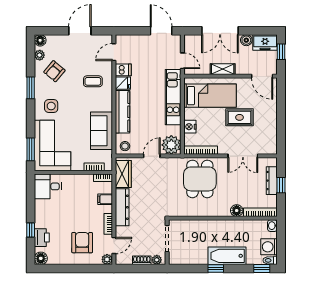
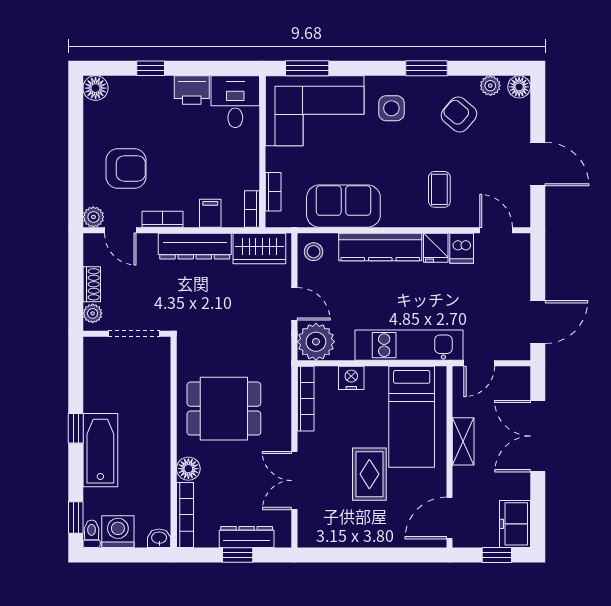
boiler: (246, 40) -> (519, 487), removed
dining table: (200, 179) -> (224, 409), moved
printer: (42, 238) -> (192, 90), moved

